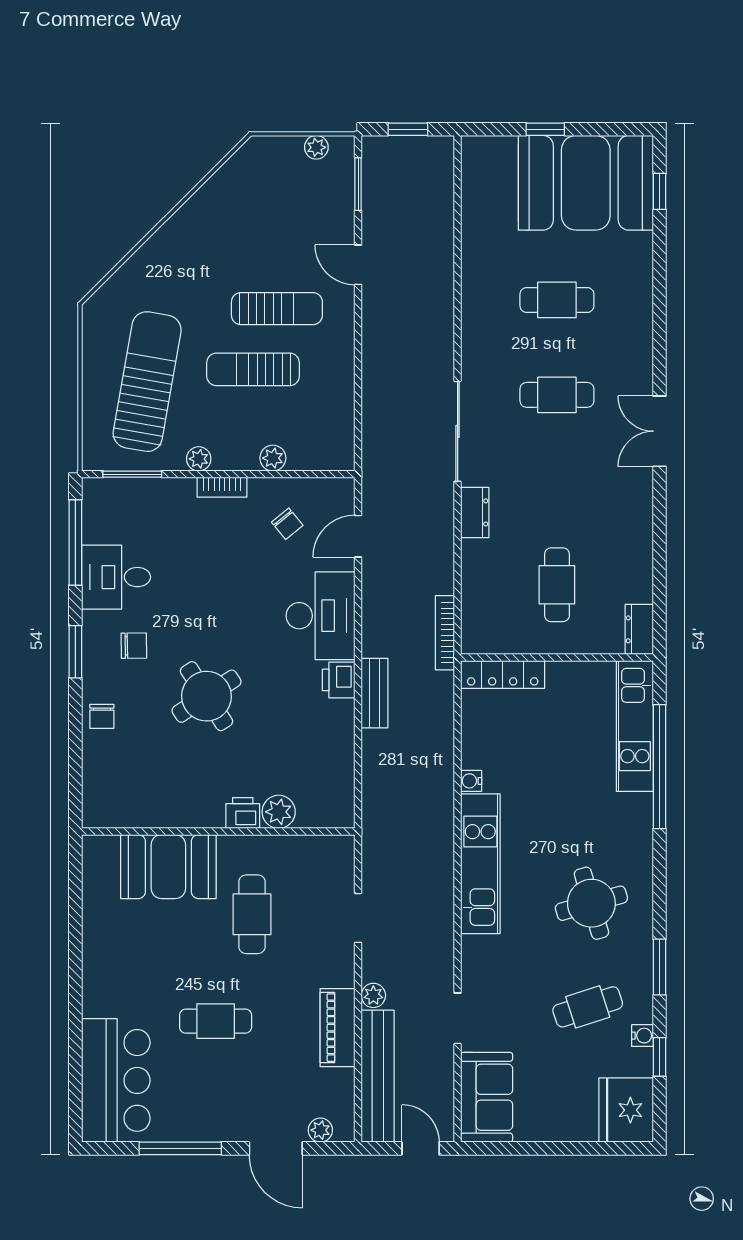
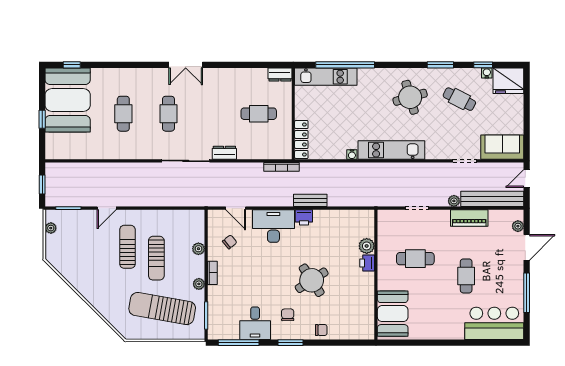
booth: (168, 867) -> (393, 314), moved
cafe table: (588, 1007) -> (459, 99), turned -45
water cooler: (642, 1036) -> (487, 73), moved

